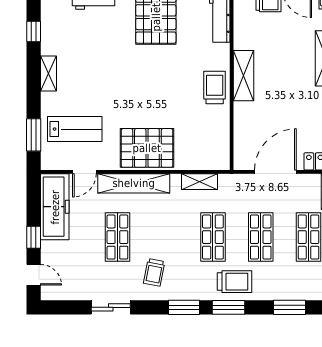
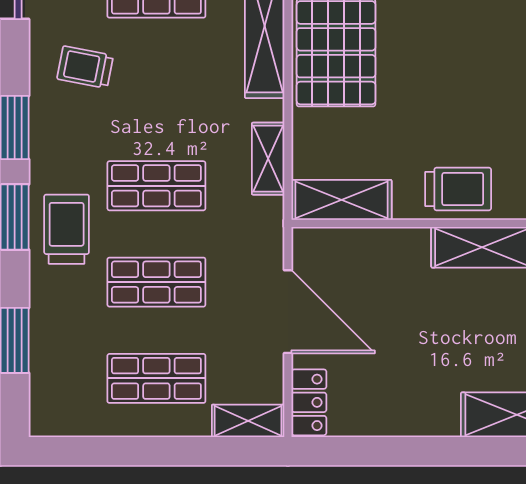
shelving: (220, 145) -> (341, 200), added
trolley: (234, 282) -> (67, 229), turned 180

